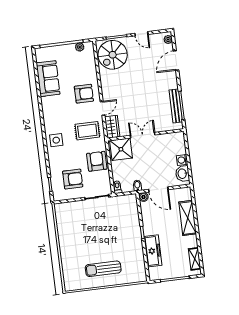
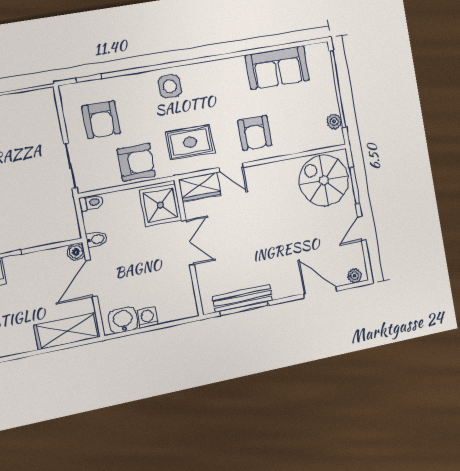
rug: (87, 131) -> (190, 142), turned 90
shelving: (188, 218) -> (67, 331), moved

